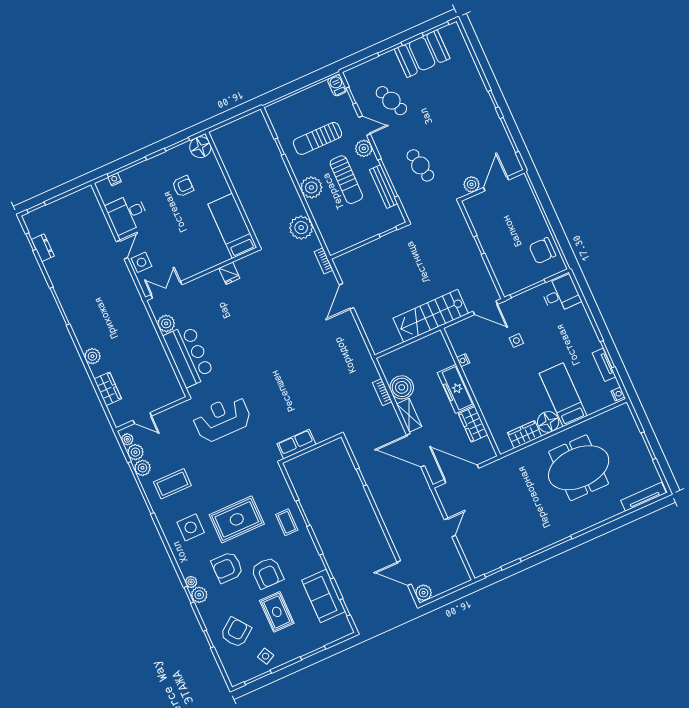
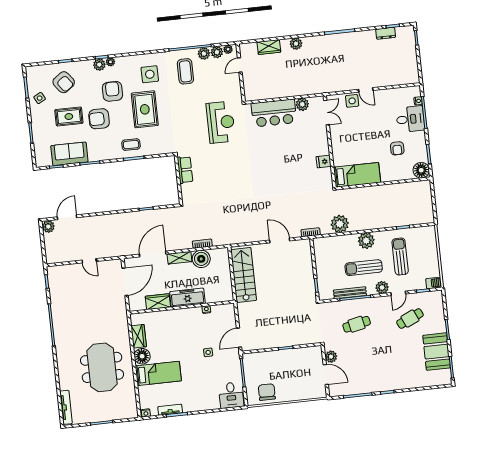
desk: (127, 214) -> (410, 119), moved, turned 90
stairs: (431, 316) -> (244, 275), moved

